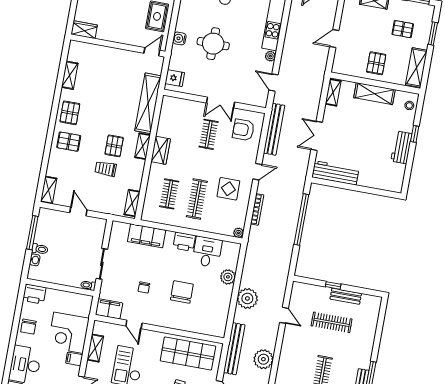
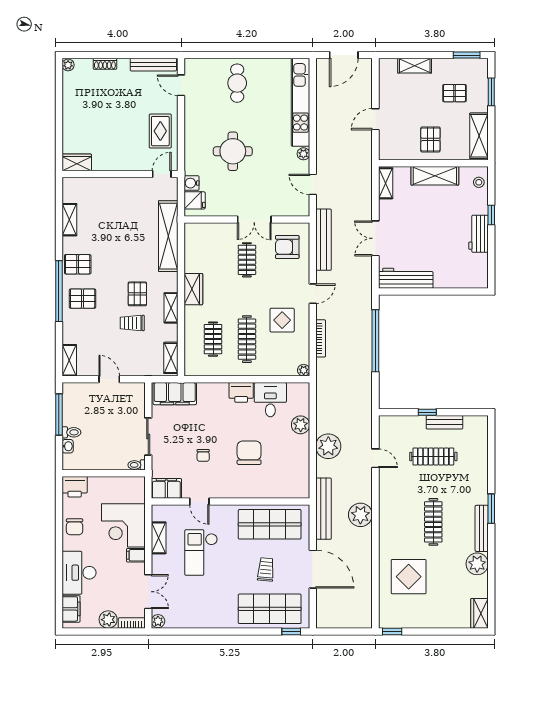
water cooler: (179, 38) -> (192, 183), moved
pallet: (70, 113) -> (78, 264), turned 90
window: (51, 132) -> (59, 291), added
shelving: (143, 146) -> (171, 308), moved
filing cabinet: (147, 236) -> (175, 394), moved

